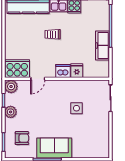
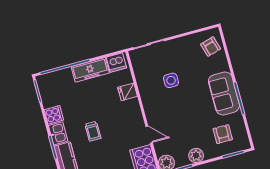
dishwasher: (63, 71) -> (116, 63), moved, turned -90
armchair: (95, 147) -> (211, 47), added

